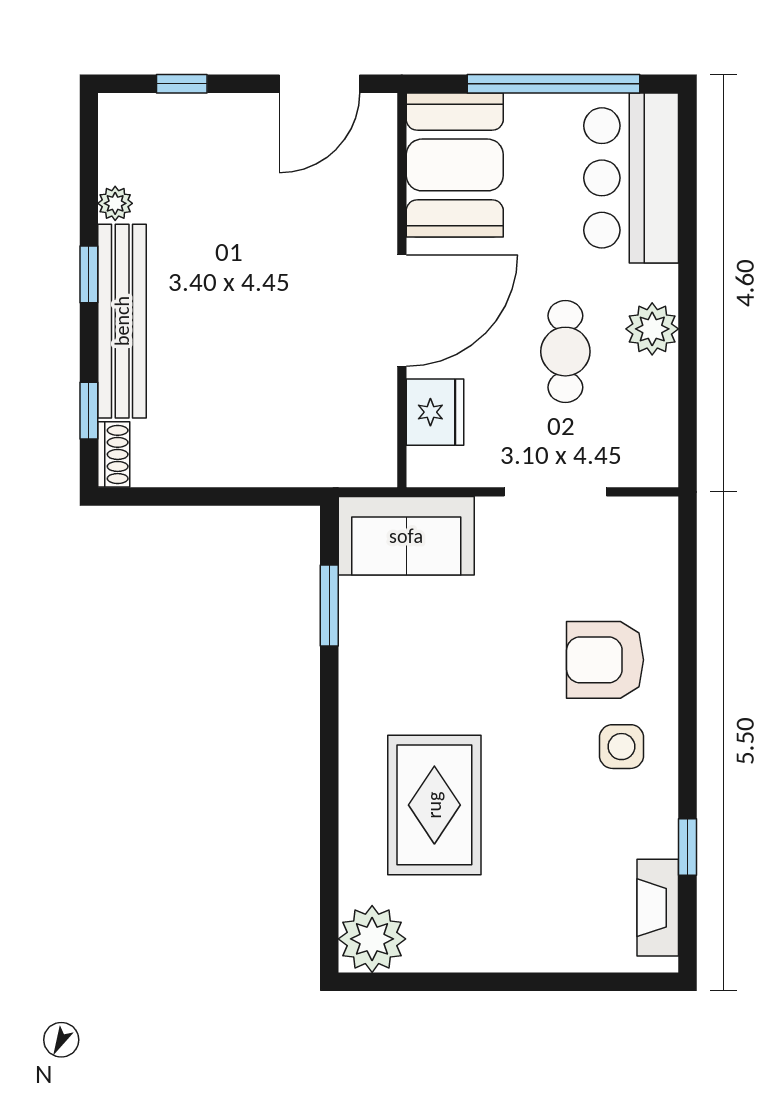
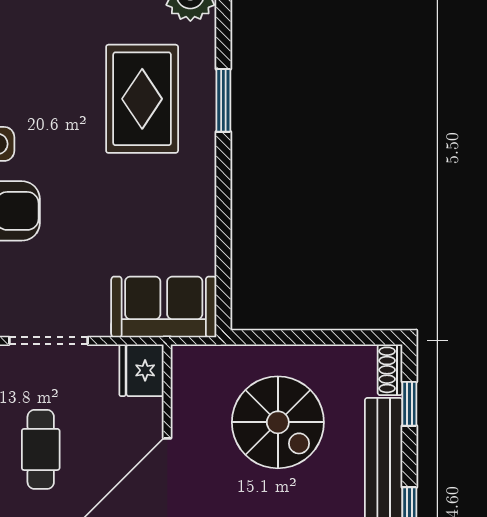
spiral stairs: (259, 387) -> (278, 422), added
fridge: (435, 412) -> (142, 370), moved
window: (329, 605) -> (223, 100), moved

